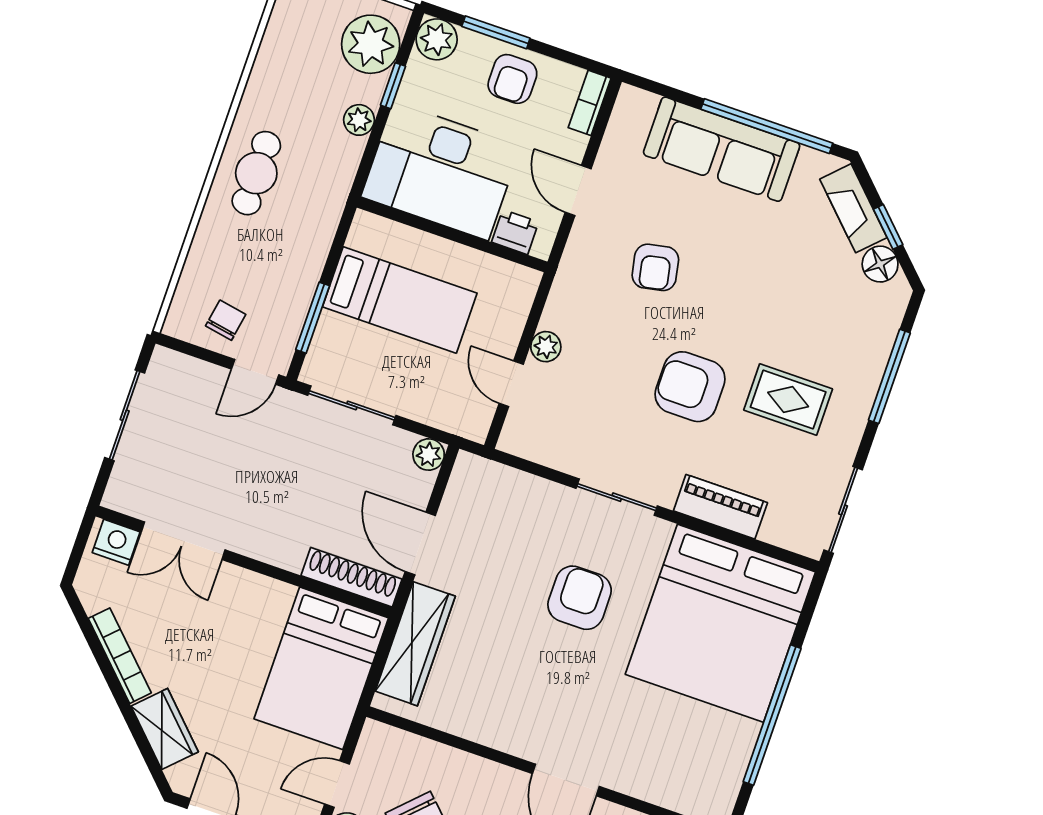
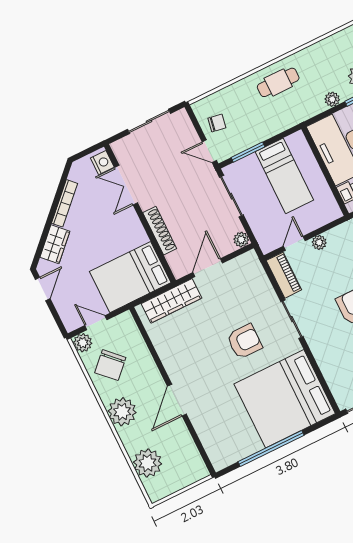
piano: (720, 507) -> (284, 275), moved
shoe rack: (351, 577) -> (160, 231), moved

